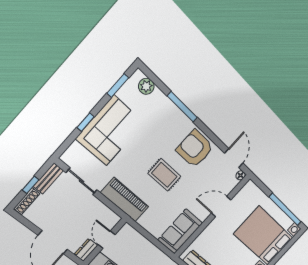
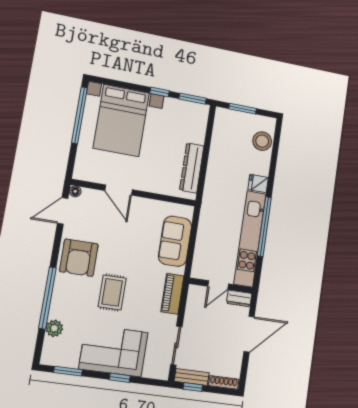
plant: (146, 86) -> (54, 328), moved
window: (182, 107) -> (47, 298), width x1.46
rug: (164, 175) -> (112, 292), moved
window: (30, 185) -> (193, 387), moved
piano: (125, 200) -> (172, 294), width x0.73, depth x0.75
sofa: (180, 232) -> (175, 241), moved, turned 90

